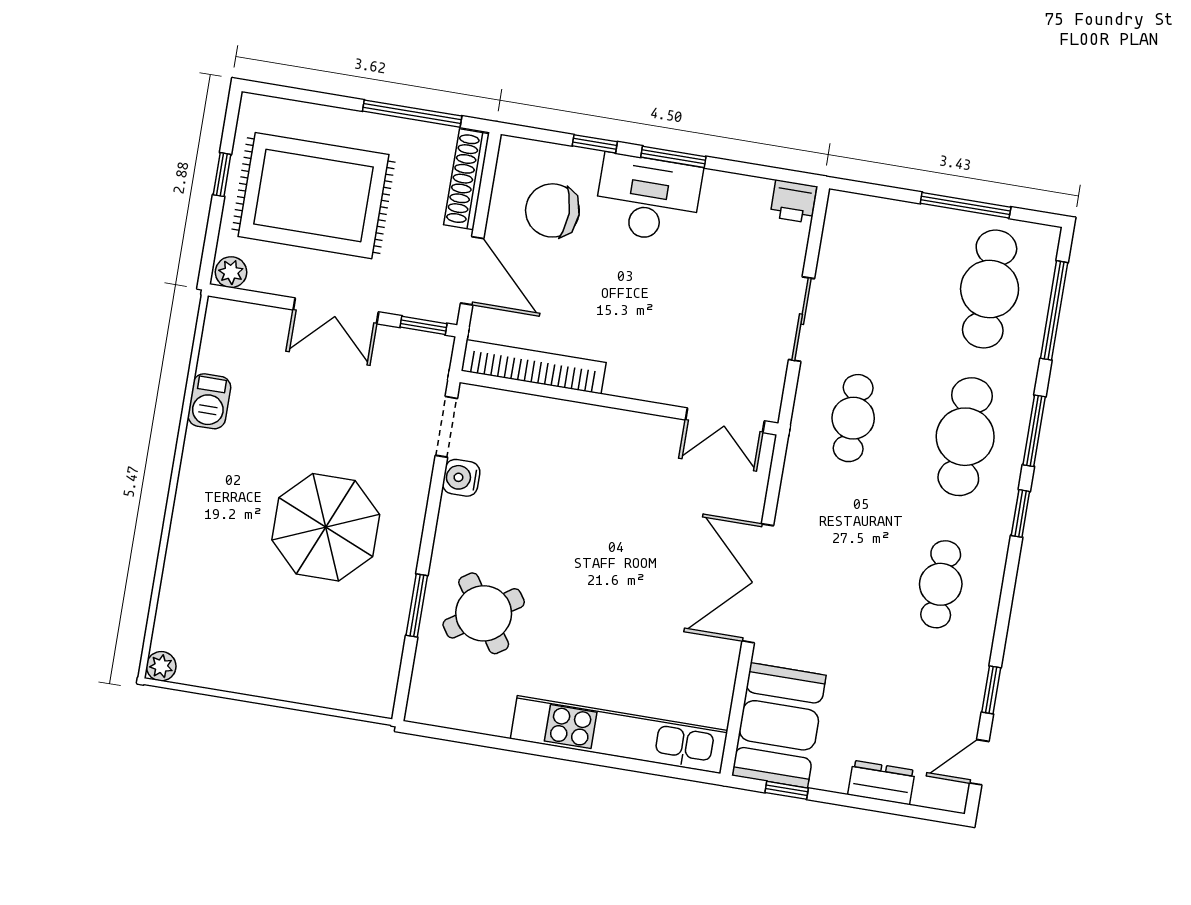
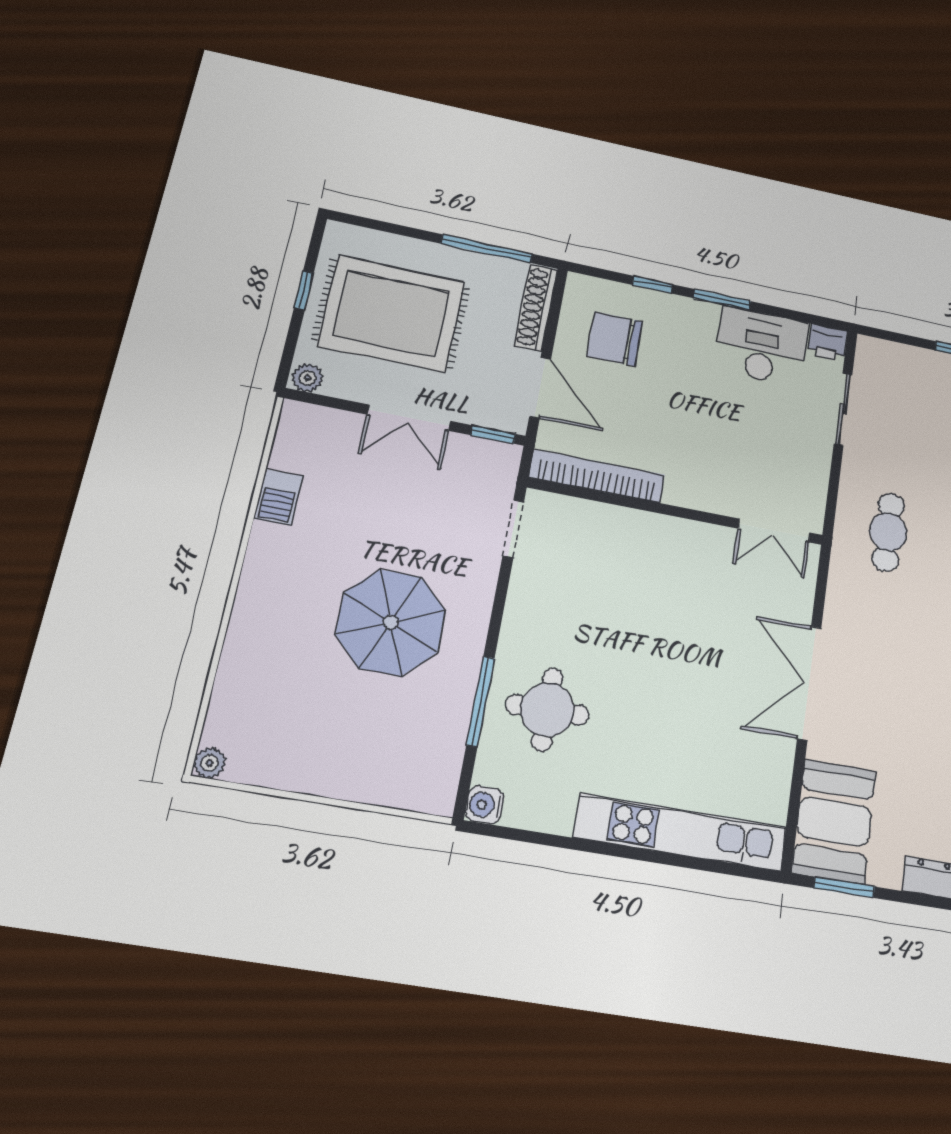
desk: (648, 198) -> (762, 346), moved
sliding door: (802, 319) -> (843, 409), moved
water cooler: (461, 478) -> (485, 805), moved
window: (417, 605) -> (480, 701), width x1.44
round table: (484, 613) -> (547, 710), turned 34
window: (787, 790) -> (844, 887), width x1.50

